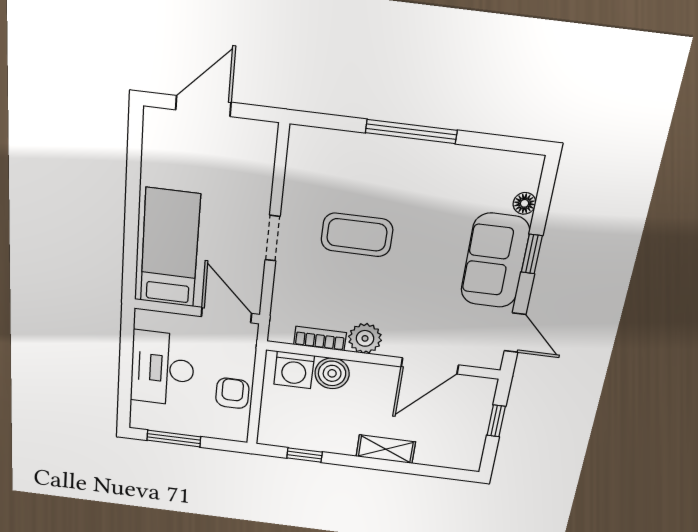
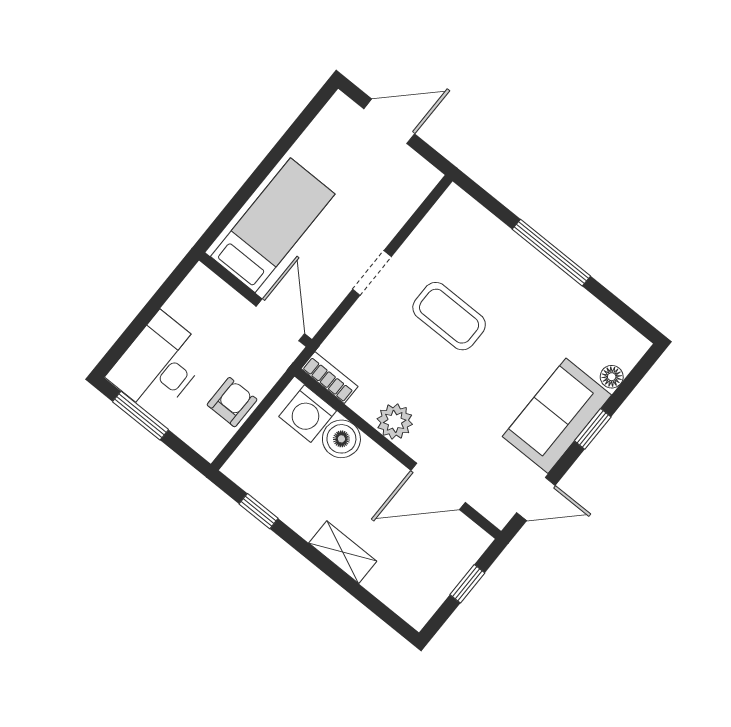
door: (515, 333) -> (536, 499), hinge flipped
bookcase: (320, 339) -> (329, 378), moved
desk: (163, 369) -> (159, 365), moved

